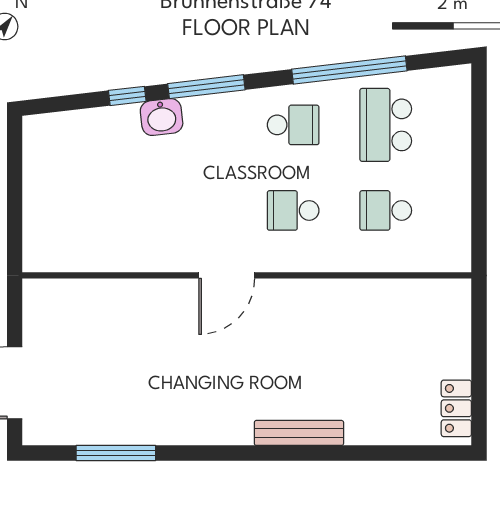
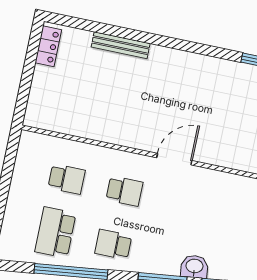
school desk: (386, 125) -> (55, 232), turned 180
bench: (299, 433) -> (121, 45), moved

